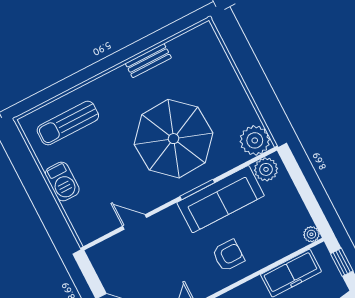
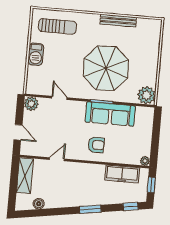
bench: (148, 61) -> (118, 21), width x1.36
sun lounger: (68, 123) -> (57, 26), turned 180
plant: (266, 169) -> (31, 104), moved

